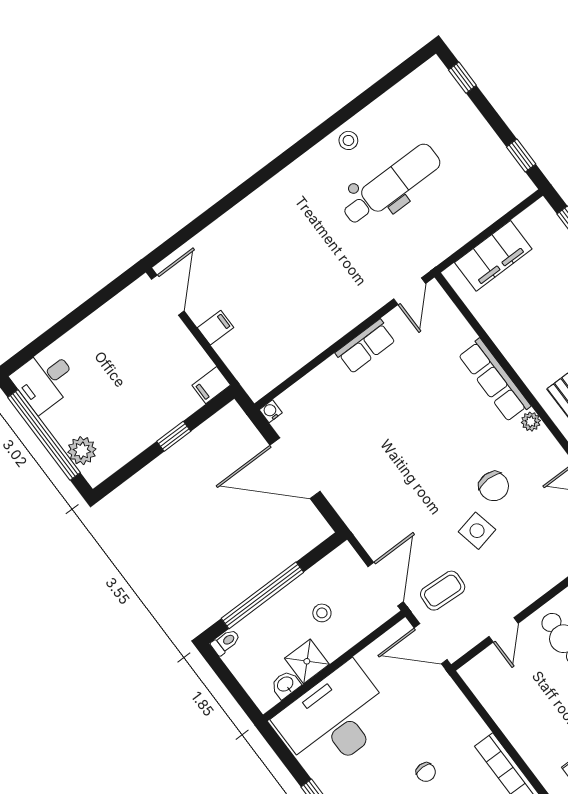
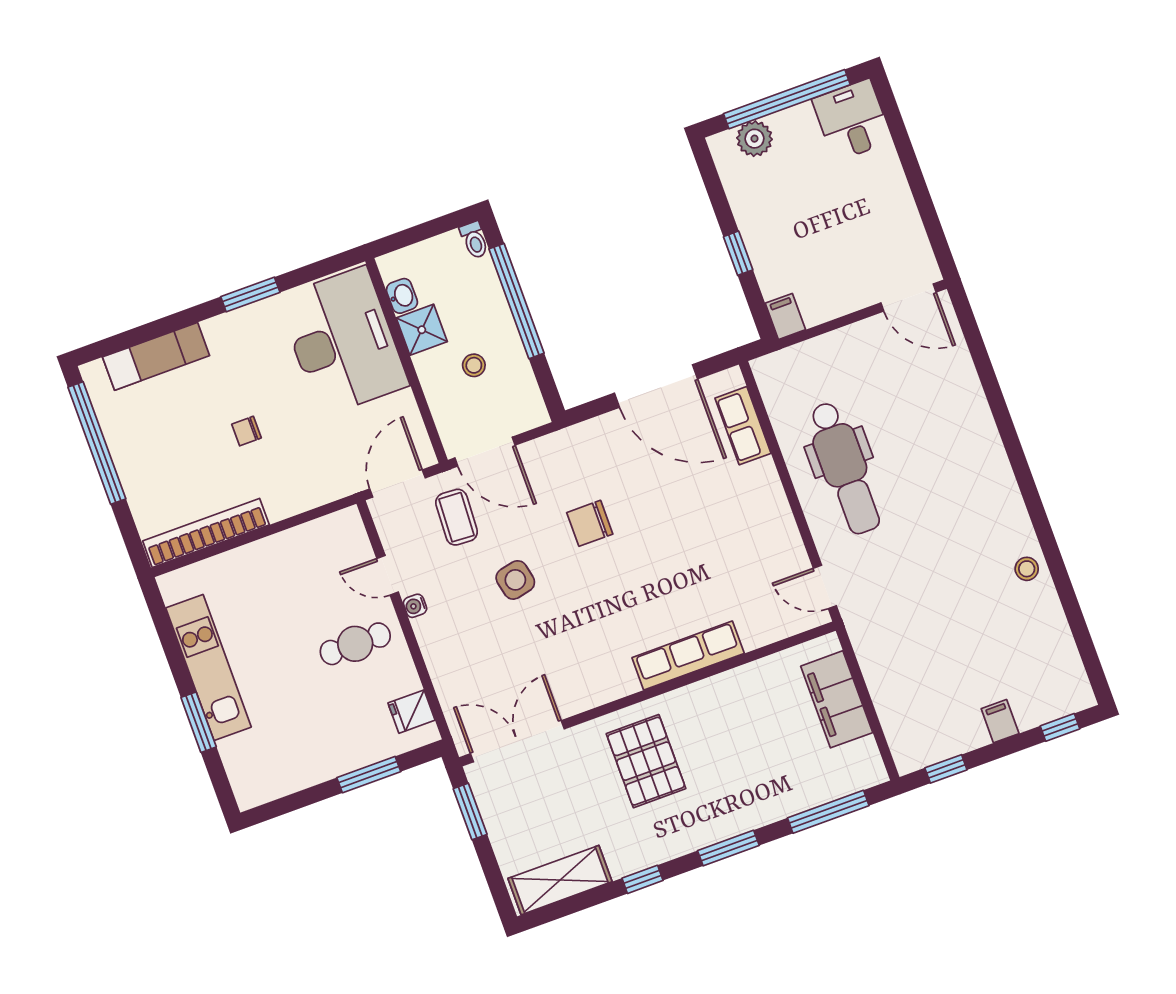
dental chair: (391, 185) -> (844, 468), moved
filing cabinet: (215, 328) -> (1000, 721), moved, turned 180
row of seats: (366, 346) -> (743, 426), moved
water cooler: (271, 411) -> (415, 606), moved, turned 180
plant: (531, 422) -> (626, 684), removed
door: (295, 468) -> (656, 386), swing flipped
chair: (494, 486) -> (590, 523), moved

